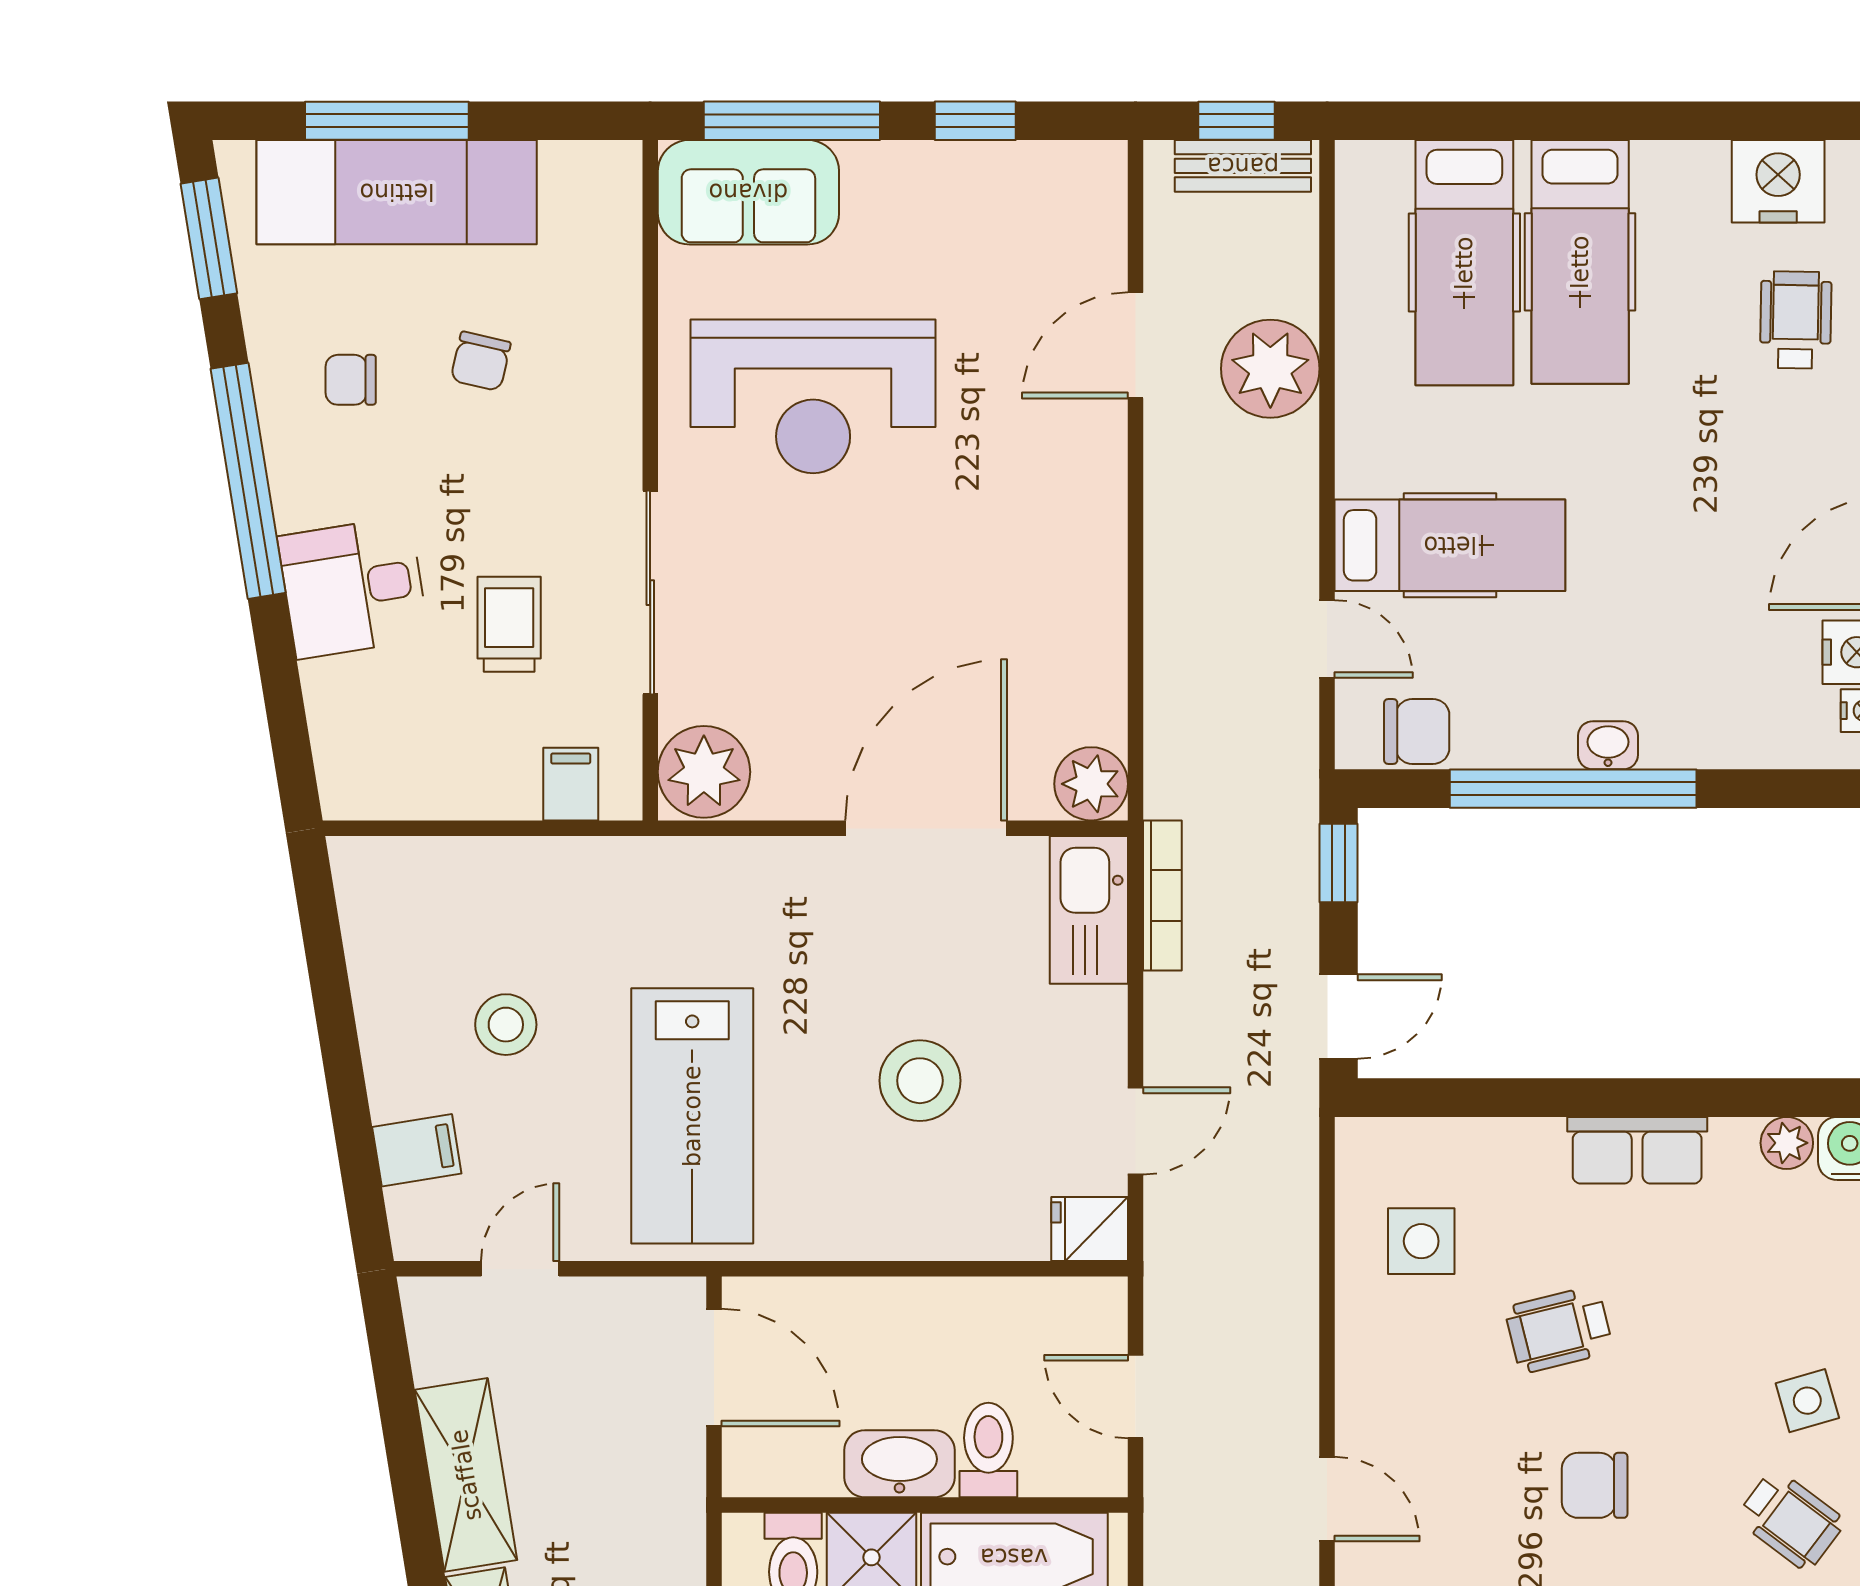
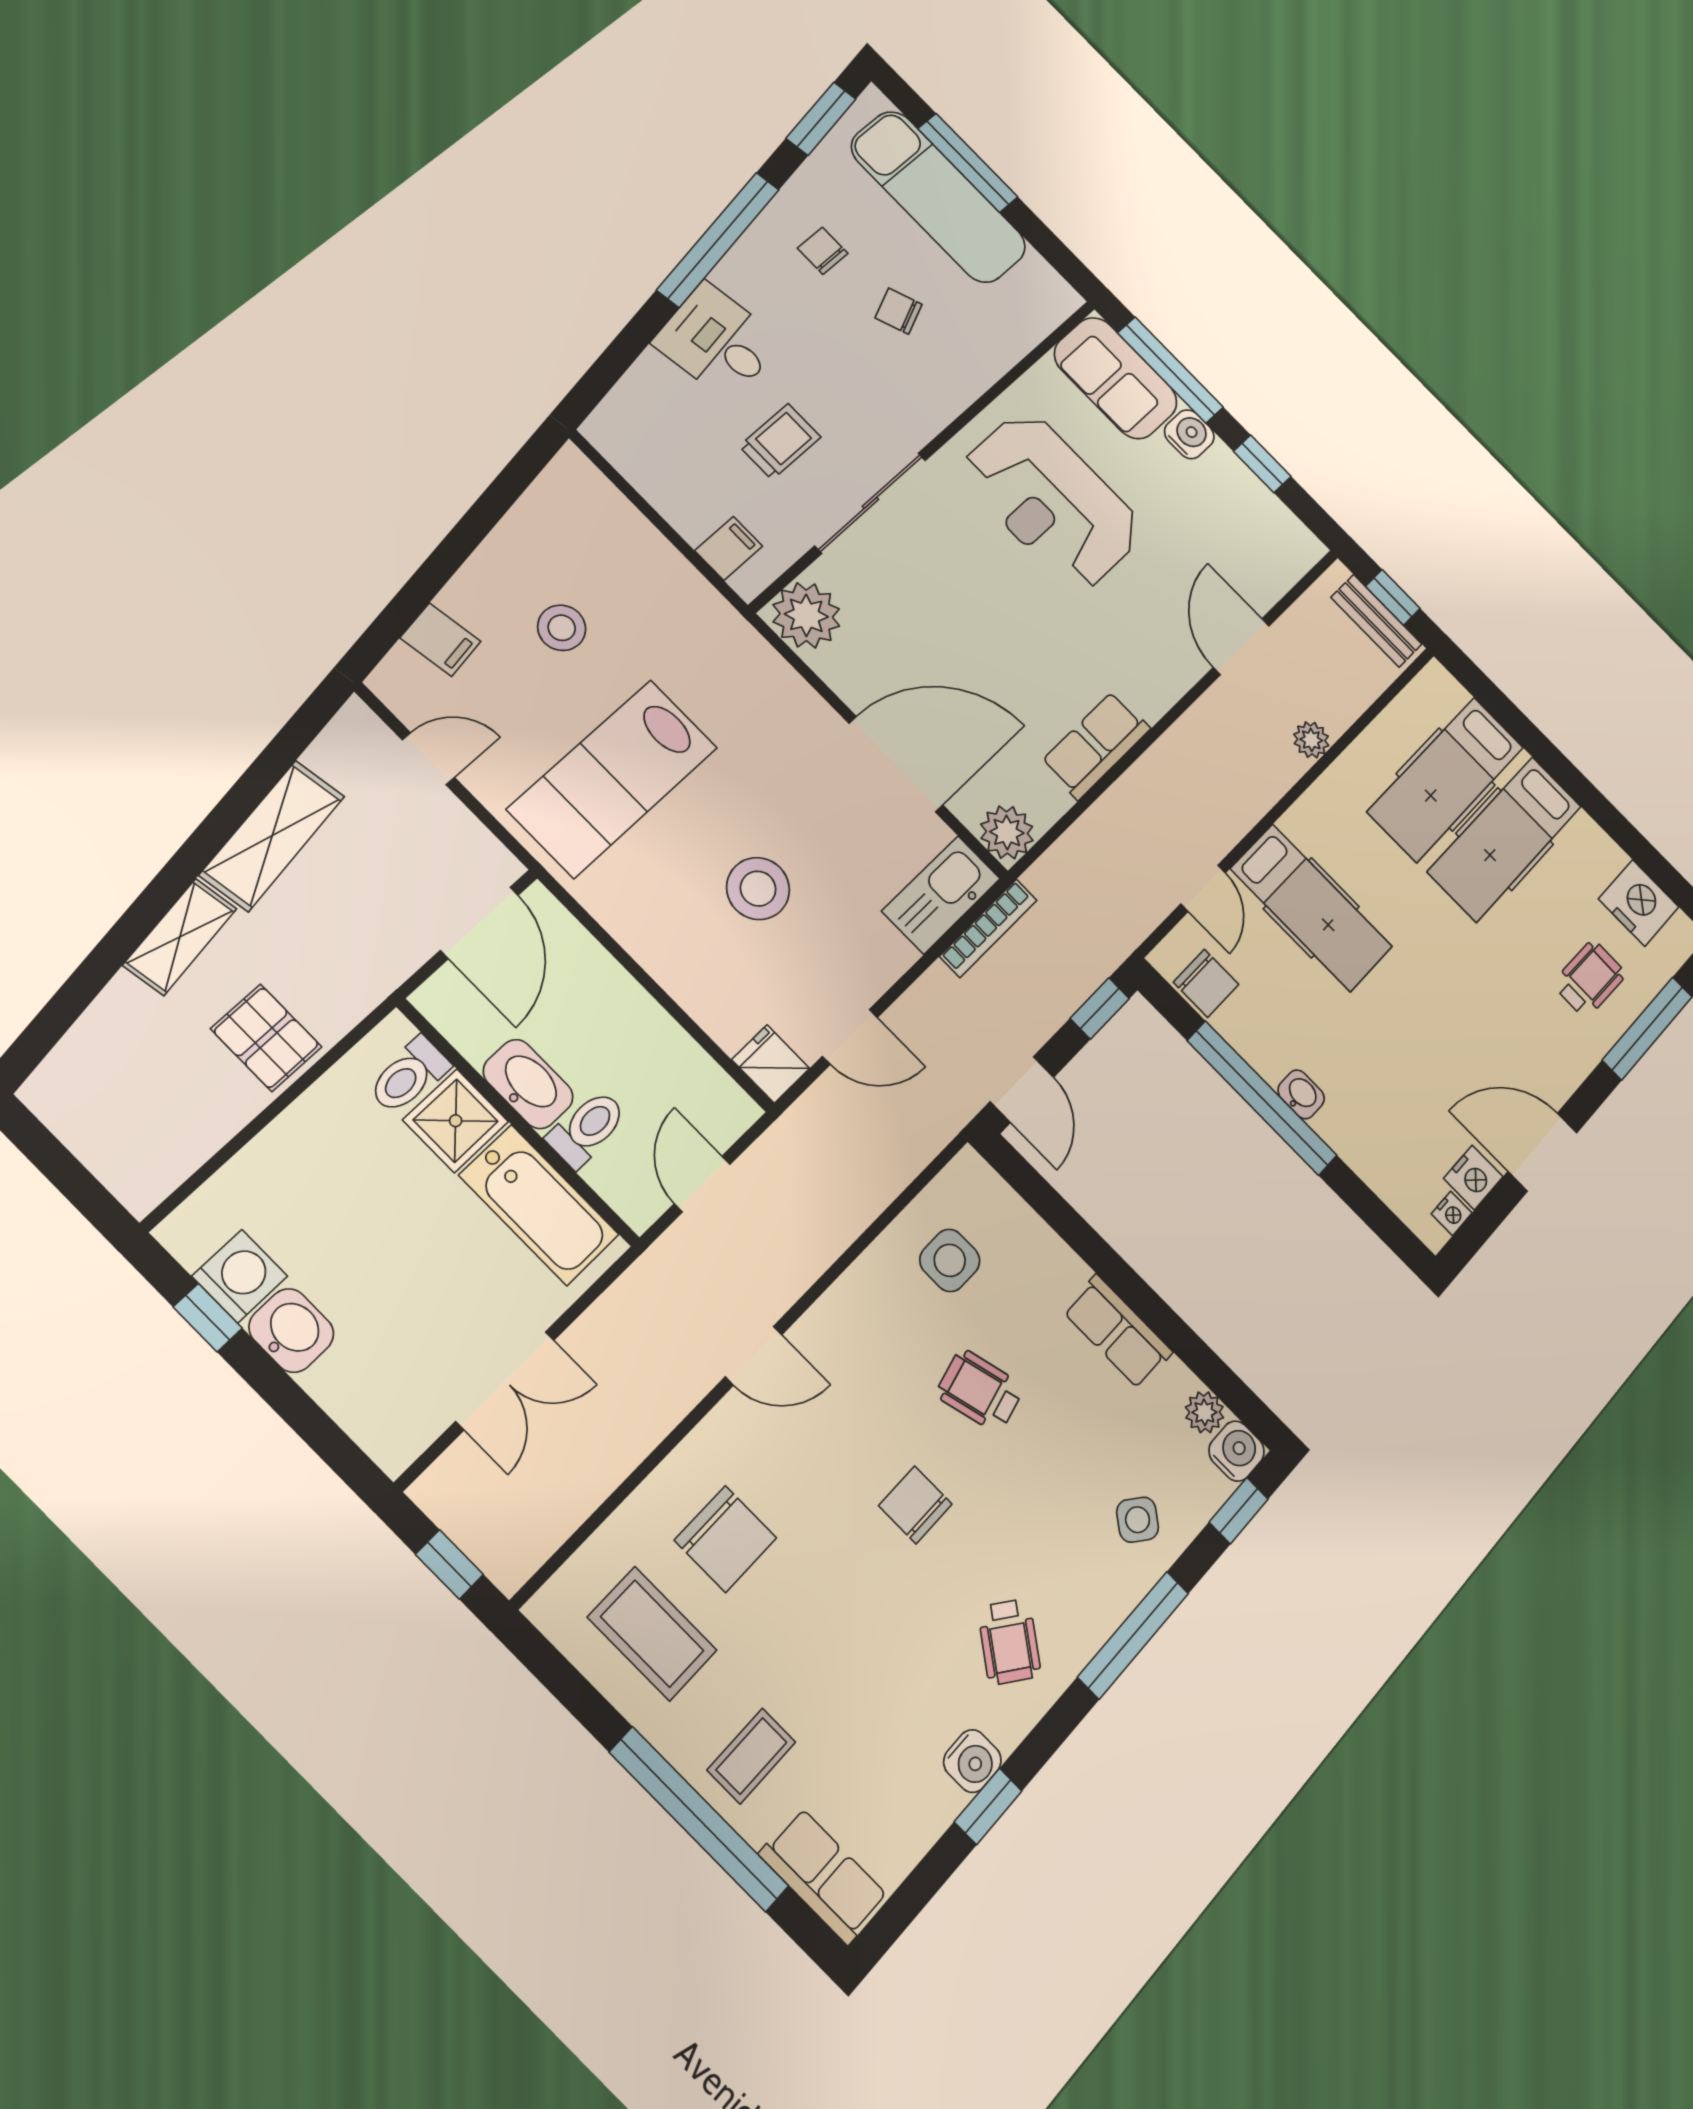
water cooler: (875, 171) -> (1189, 434), added
door: (1136, 345) -> (1241, 647), hinge flipped
chair: (481, 361) -> (899, 311), turned 55
plant: (1270, 369) -> (1311, 740), width x0.53, depth x0.53
row of seats: (1092, 605) -> (1096, 745), added
door: (1339, 1016) -> (1022, 1090), hinge flipped
side table: (1807, 1401) -> (1138, 1520), moved, turned -36
door: (1327, 1499) -> (754, 1356), hinge flipped

